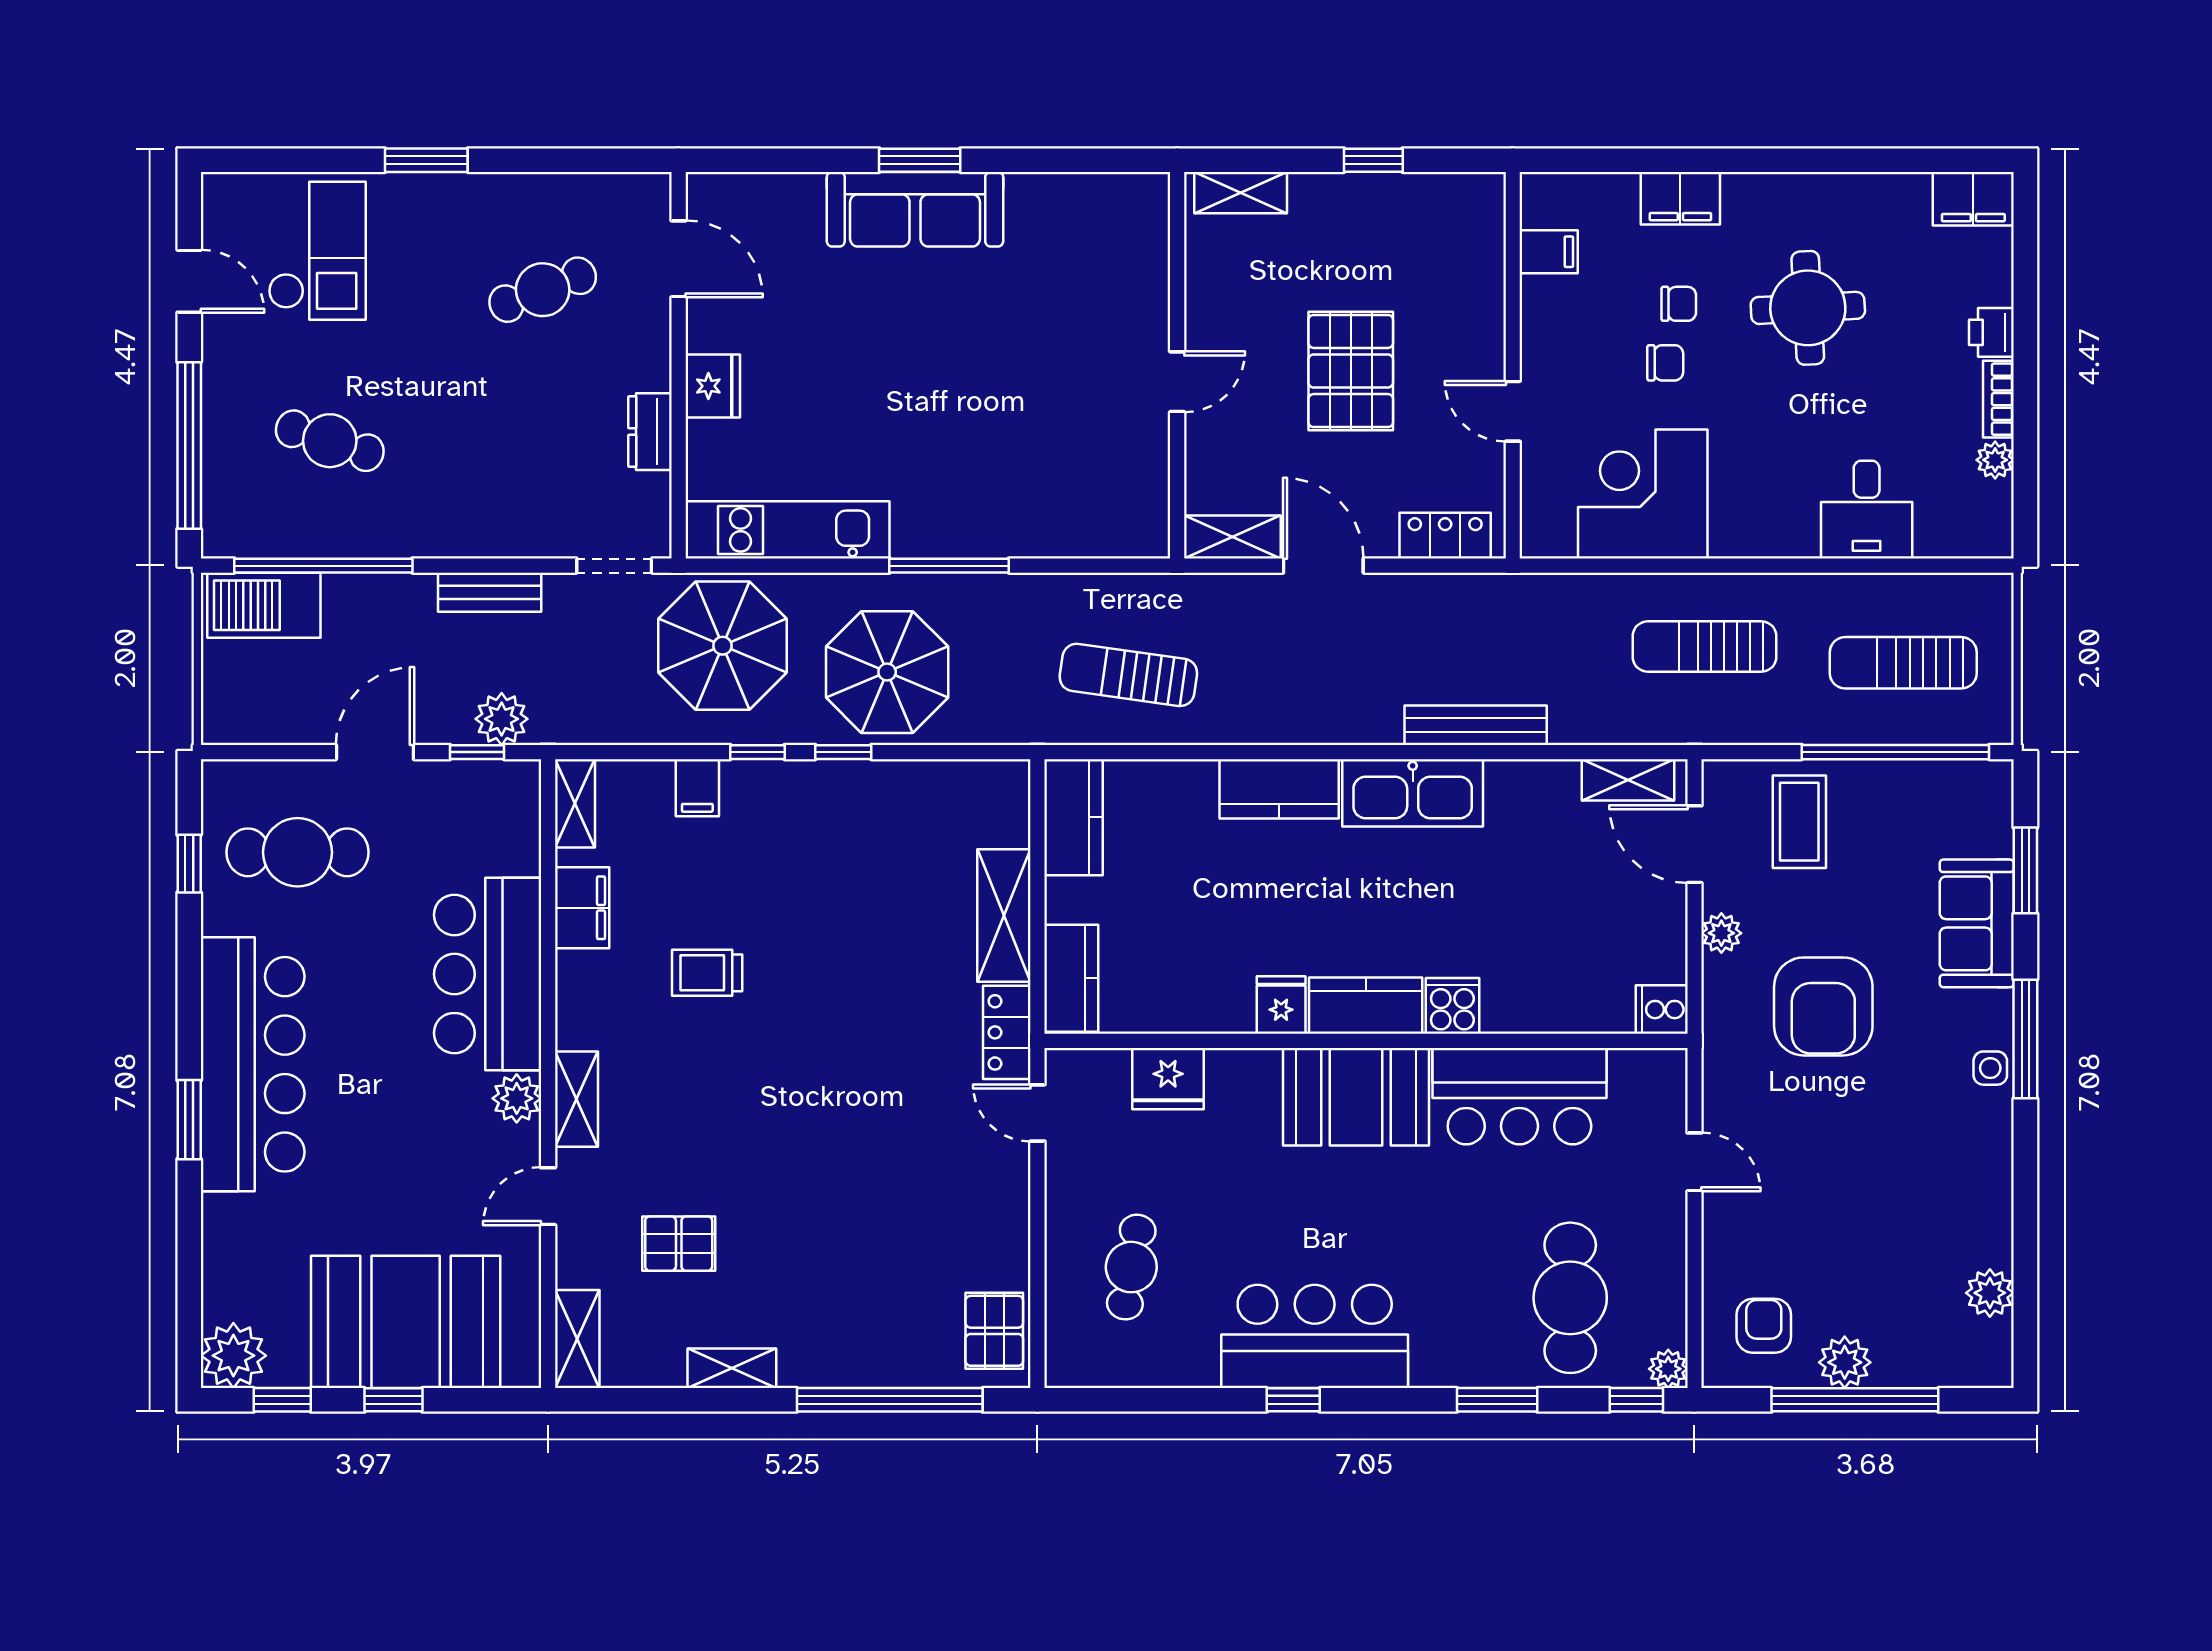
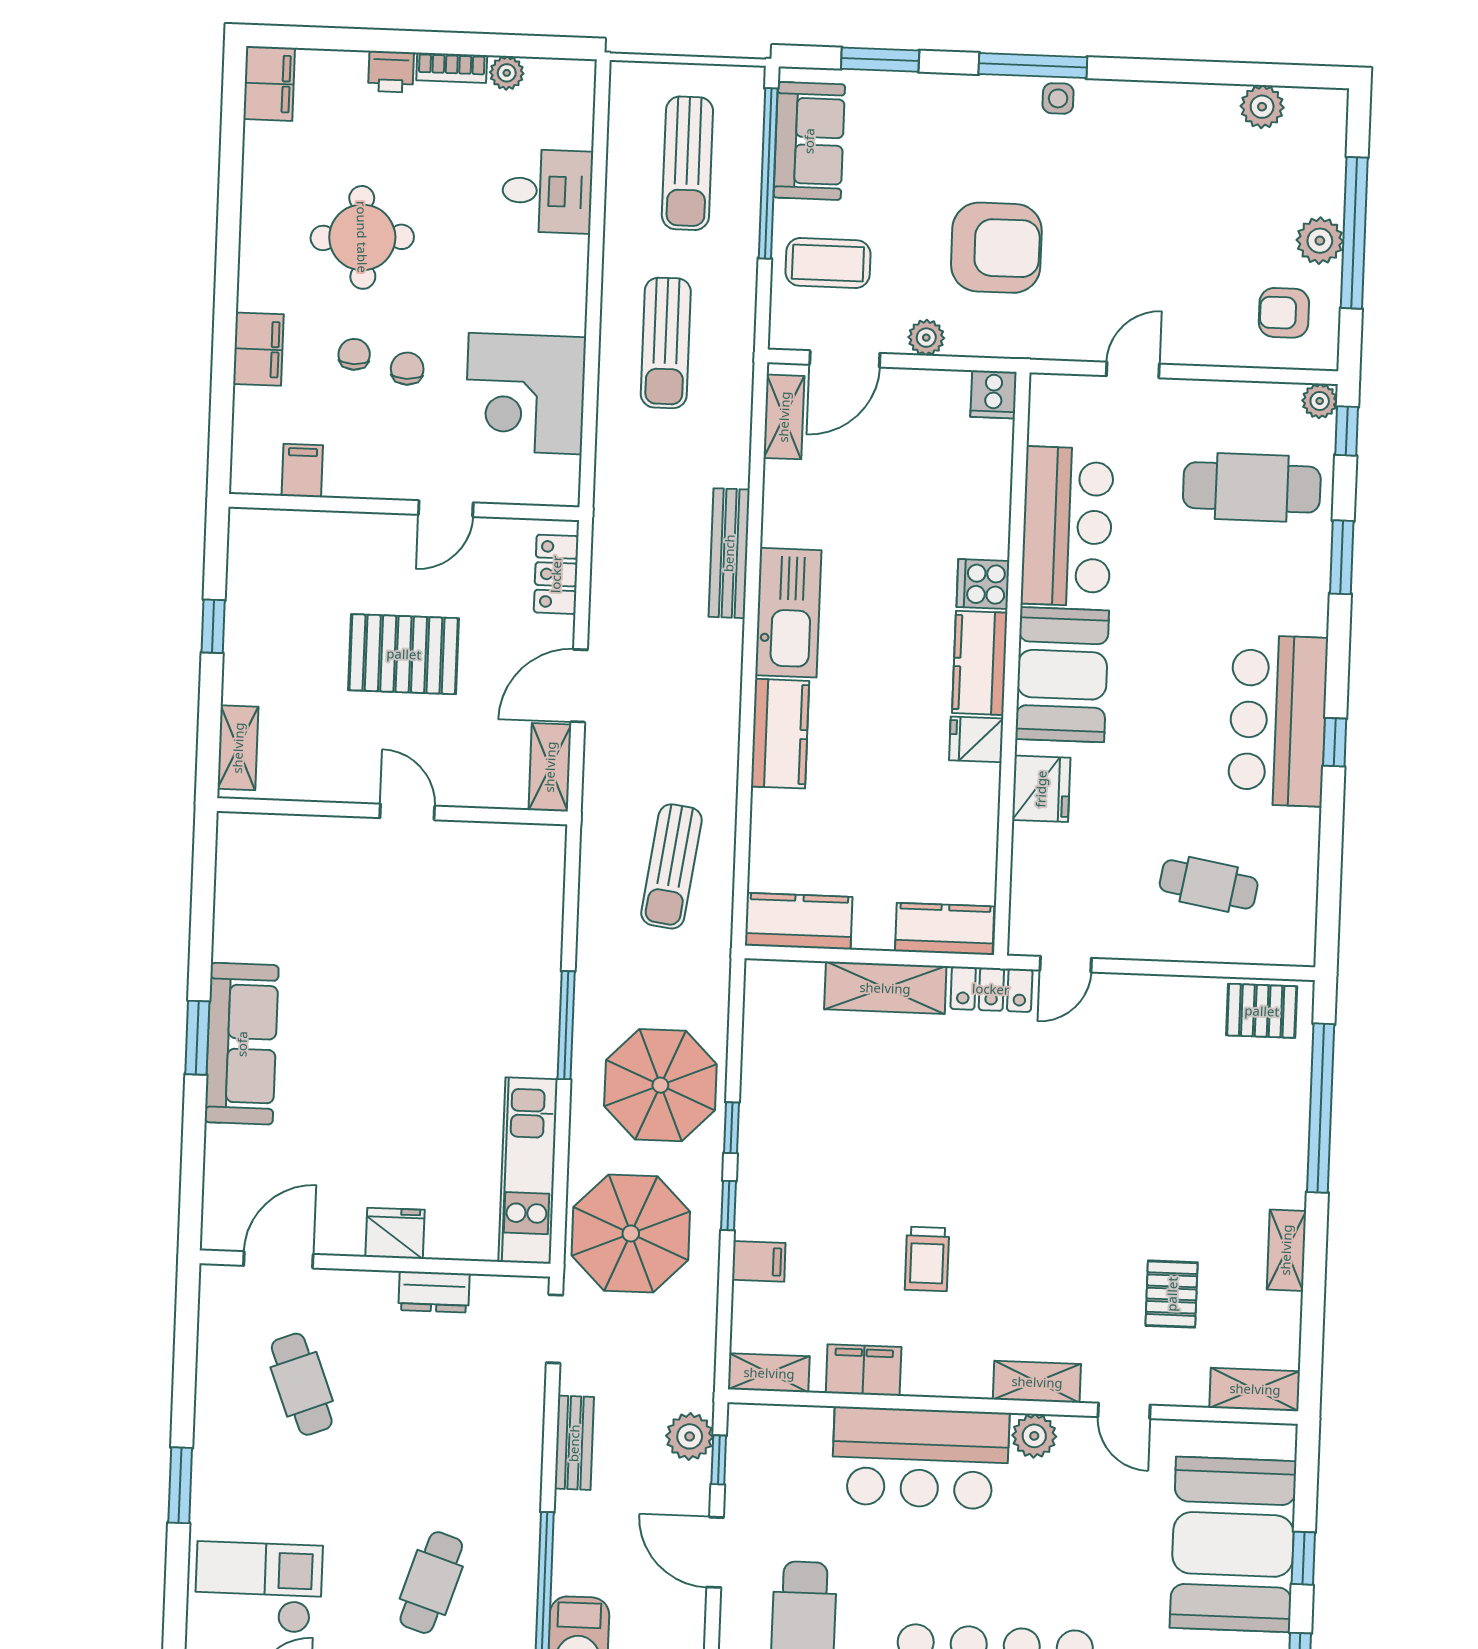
sofa: (1977, 923) -> (809, 141), moved, turned -90
fridge: (1168, 1079) -> (1041, 789), moved

